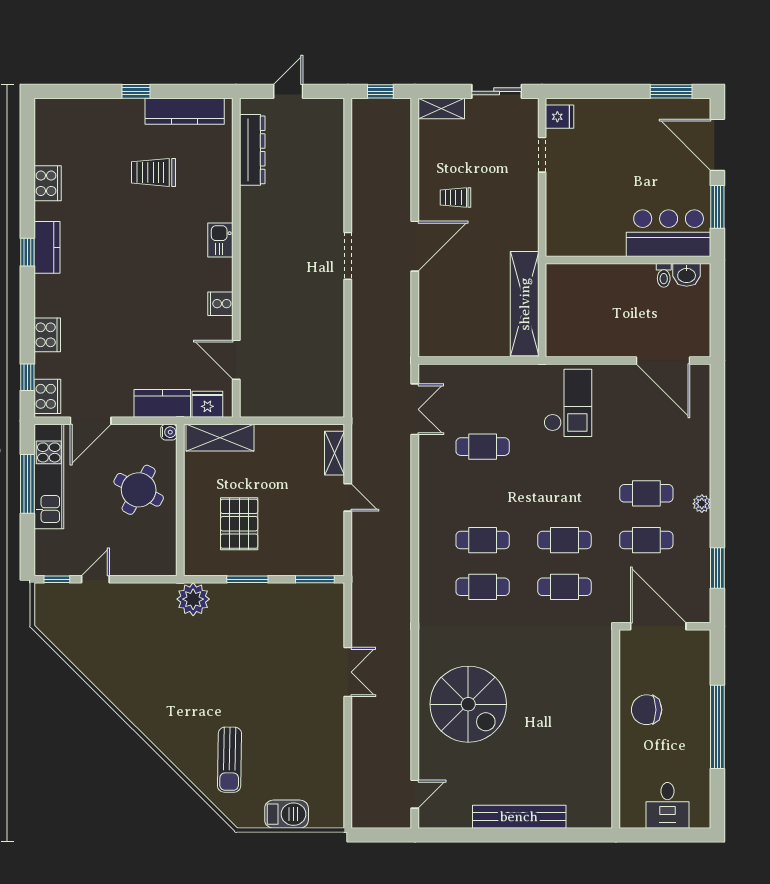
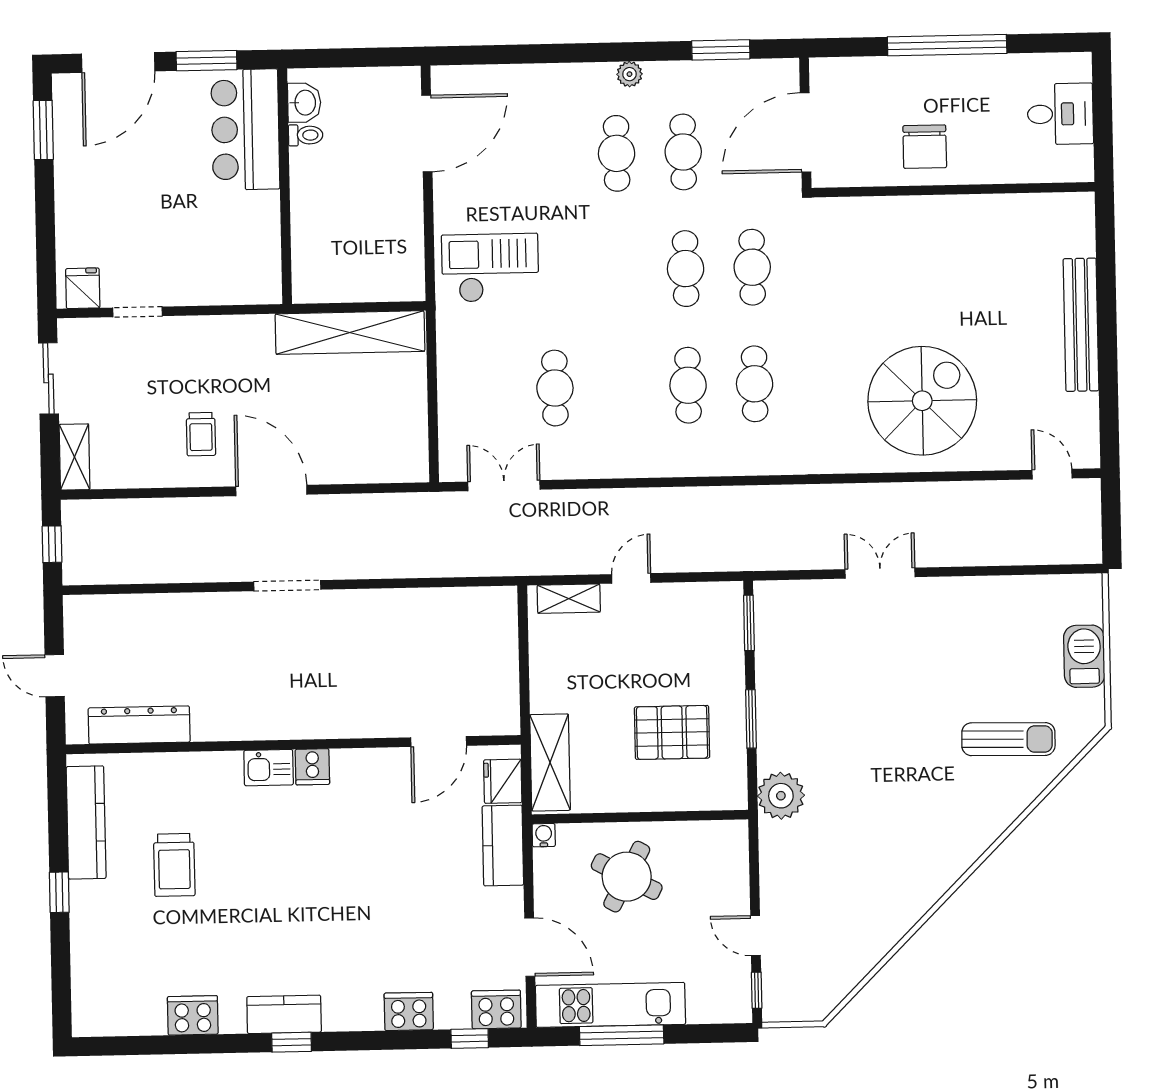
cooker: (220, 304) -> (312, 767), moved

